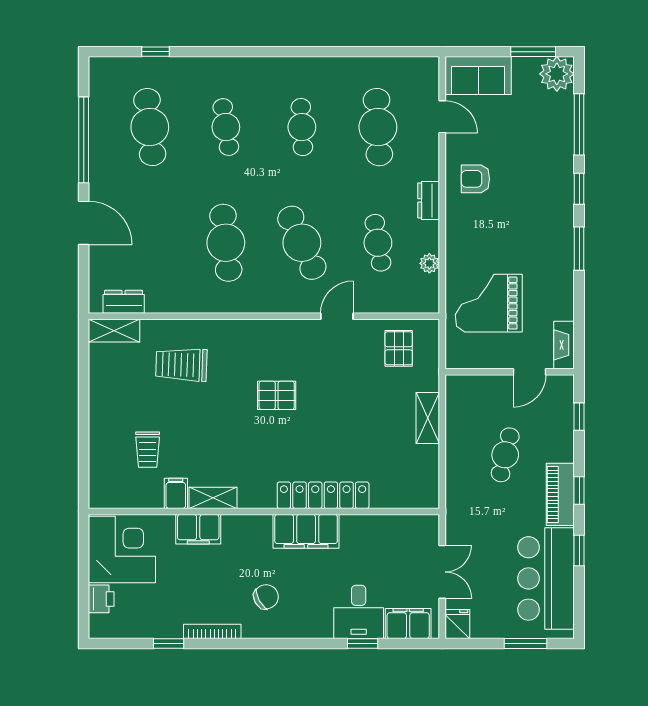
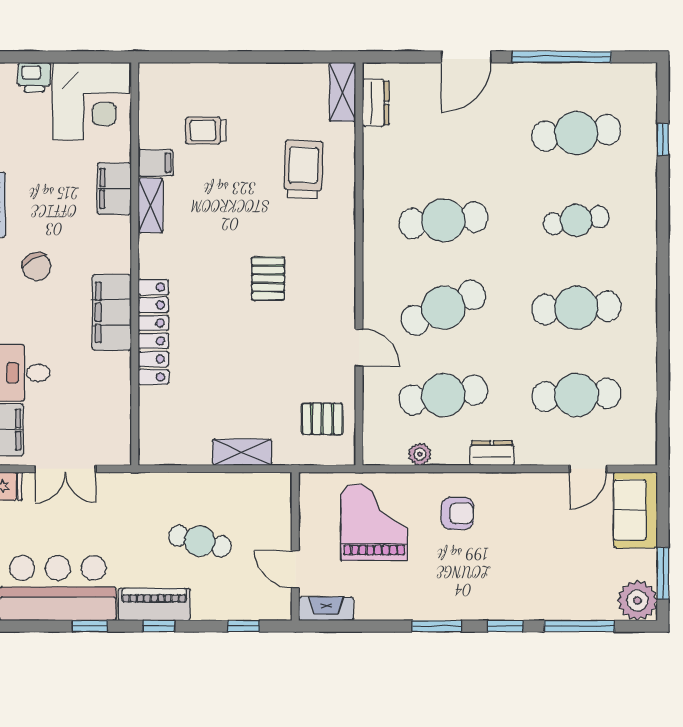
cafe table: (302, 127) -> (576, 308), width x1.37, depth x1.35
armchair: (475, 179) -> (457, 513), moved, turned 90
cafe table: (378, 243) -> (443, 395), width x1.37, depth x1.35

